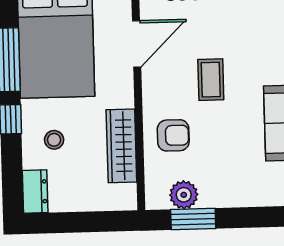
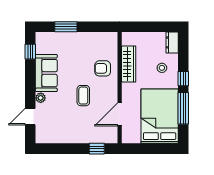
plant: (184, 195) -> (98, 39), removed
window: (193, 219) -> (66, 27), moved

